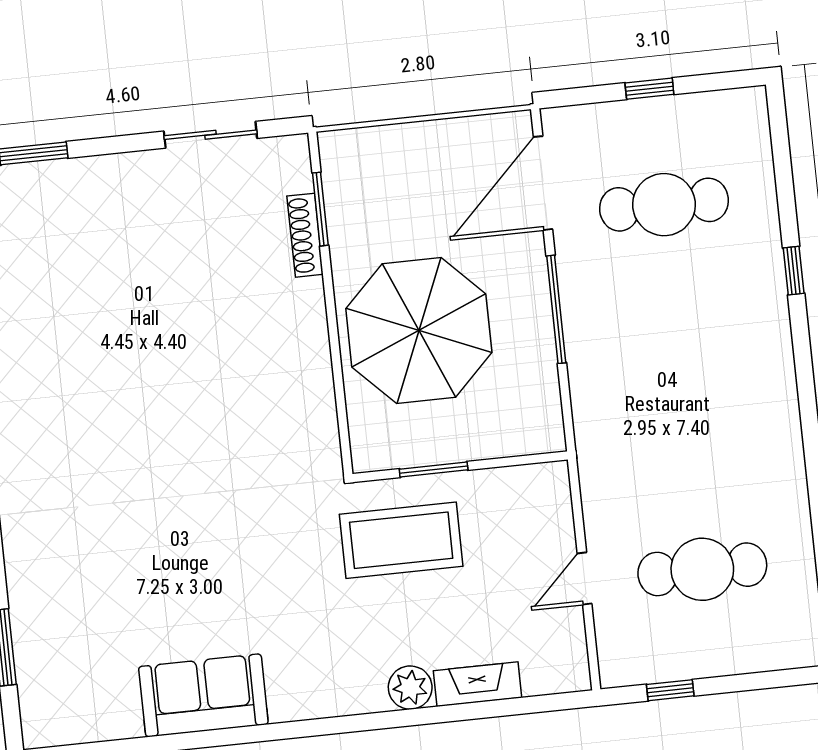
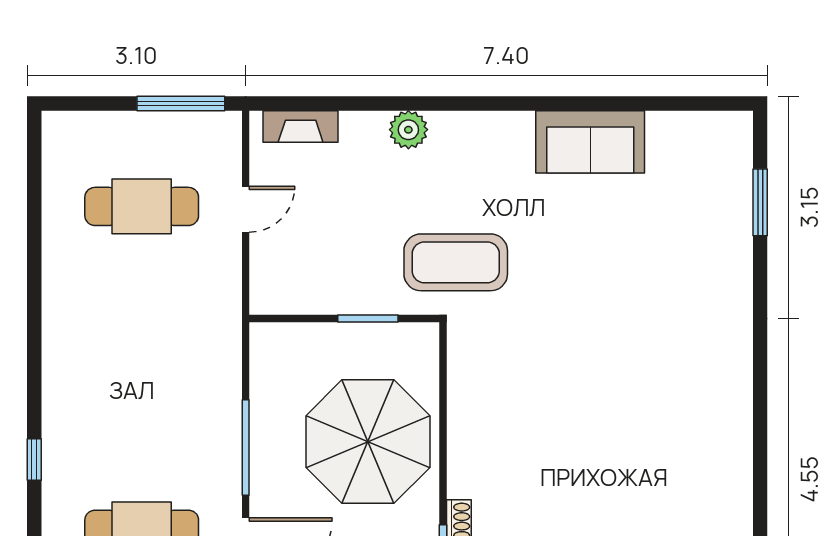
coffee table: (401, 540) -> (456, 262), moved
fireplace: (478, 684) -> (301, 127), moved
window: (670, 690) -> (181, 104), width x2.17

